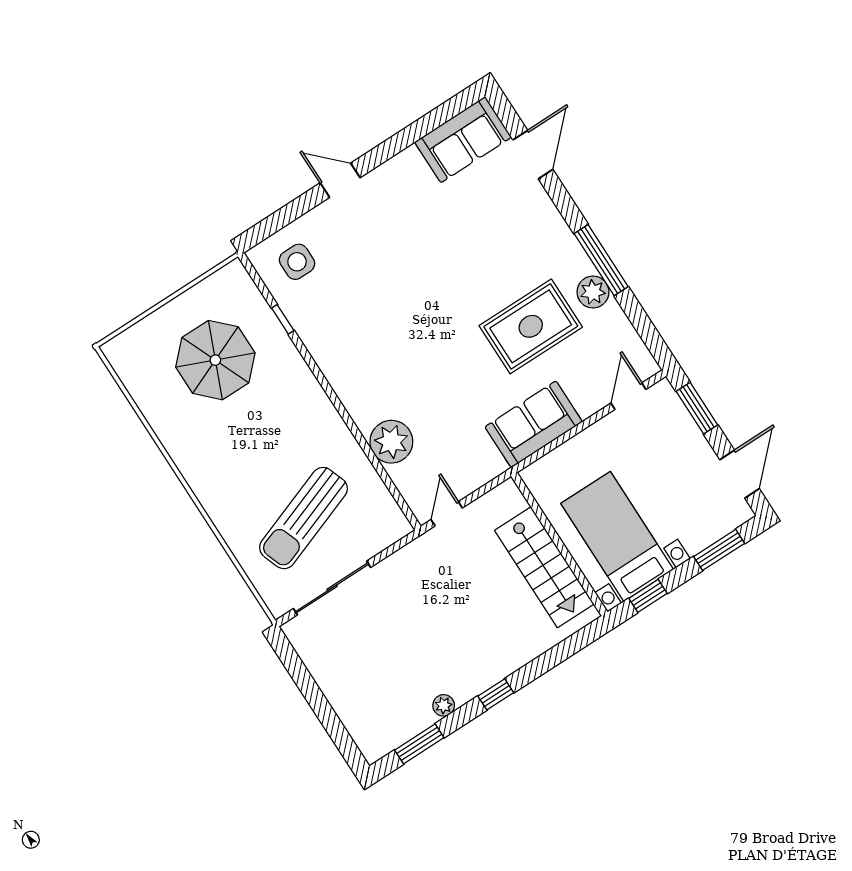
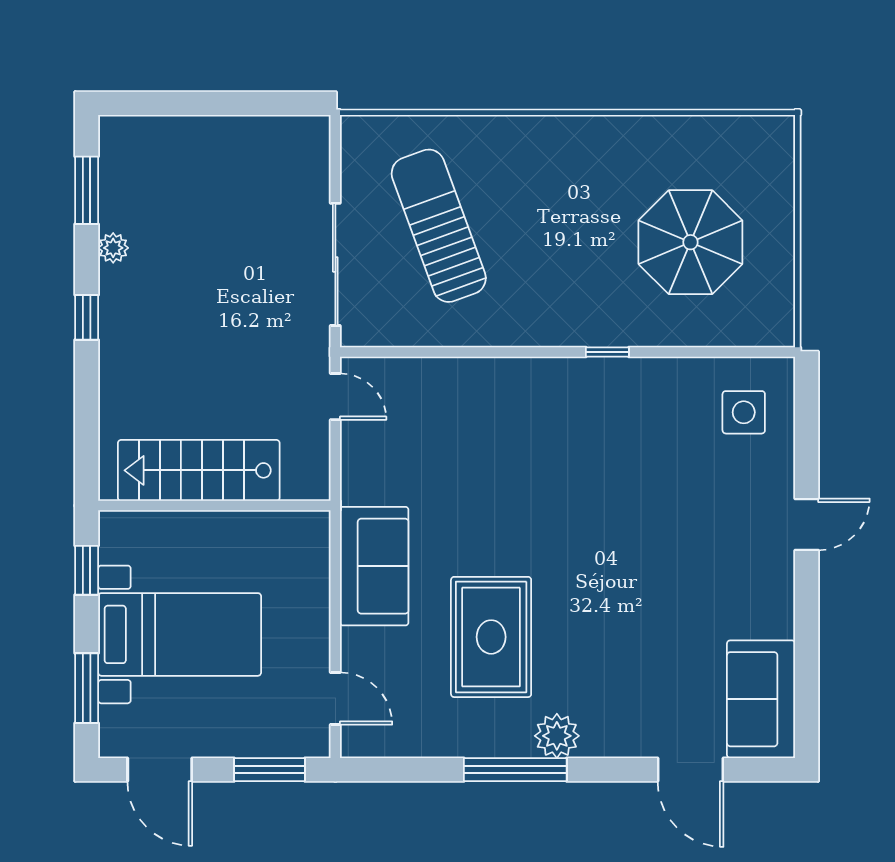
plant: (593, 292) -> (557, 736), moved
window: (283, 319) -> (607, 352), moved
plant: (391, 442) -> (462, 386), removed
bed with nightstands: (617, 536) -> (180, 634), moved
sliding door: (332, 588) -> (335, 264), moved

